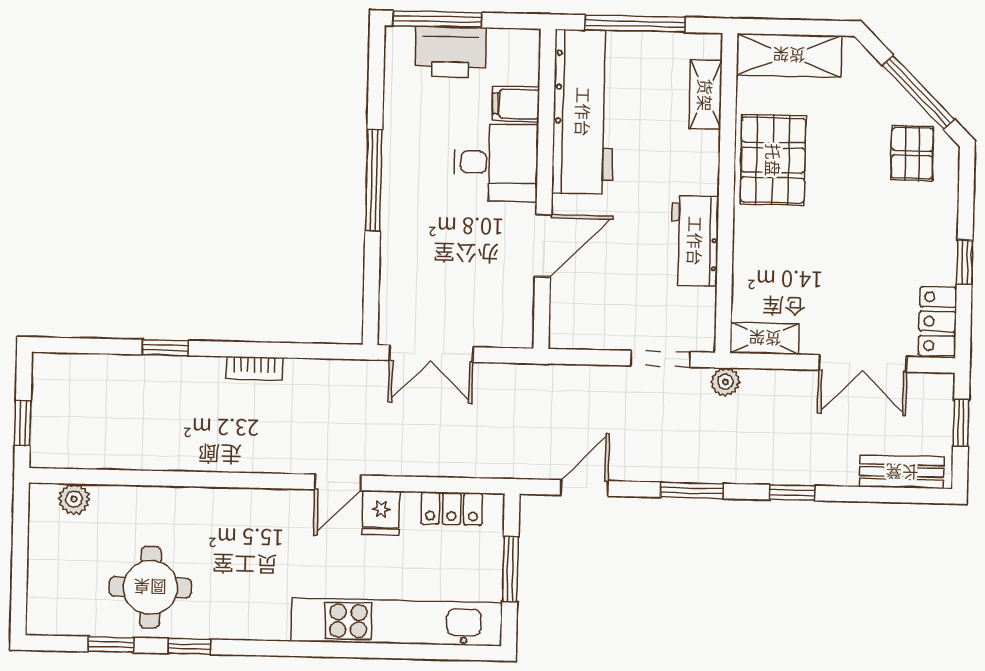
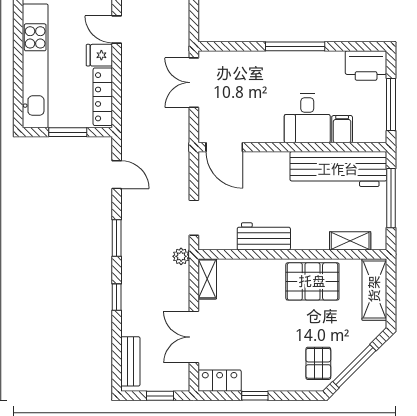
window: (437, 19) -> (391, 105), moved
printer: (451, 52) -> (366, 66), moved, turned -90
pallet: (912, 153) -> (318, 363), turned 90
door: (543, 246) -> (224, 147), moved
locker: (452, 508) -> (103, 97), width x1.53

